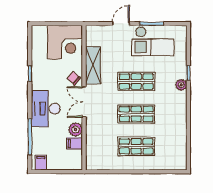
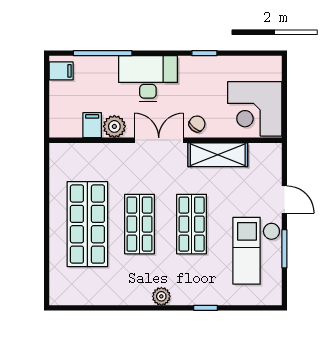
plant: (181, 85) -> (161, 296), moved
shop shelf: (136, 146) -> (87, 224), width x1.43, depth x1.36

